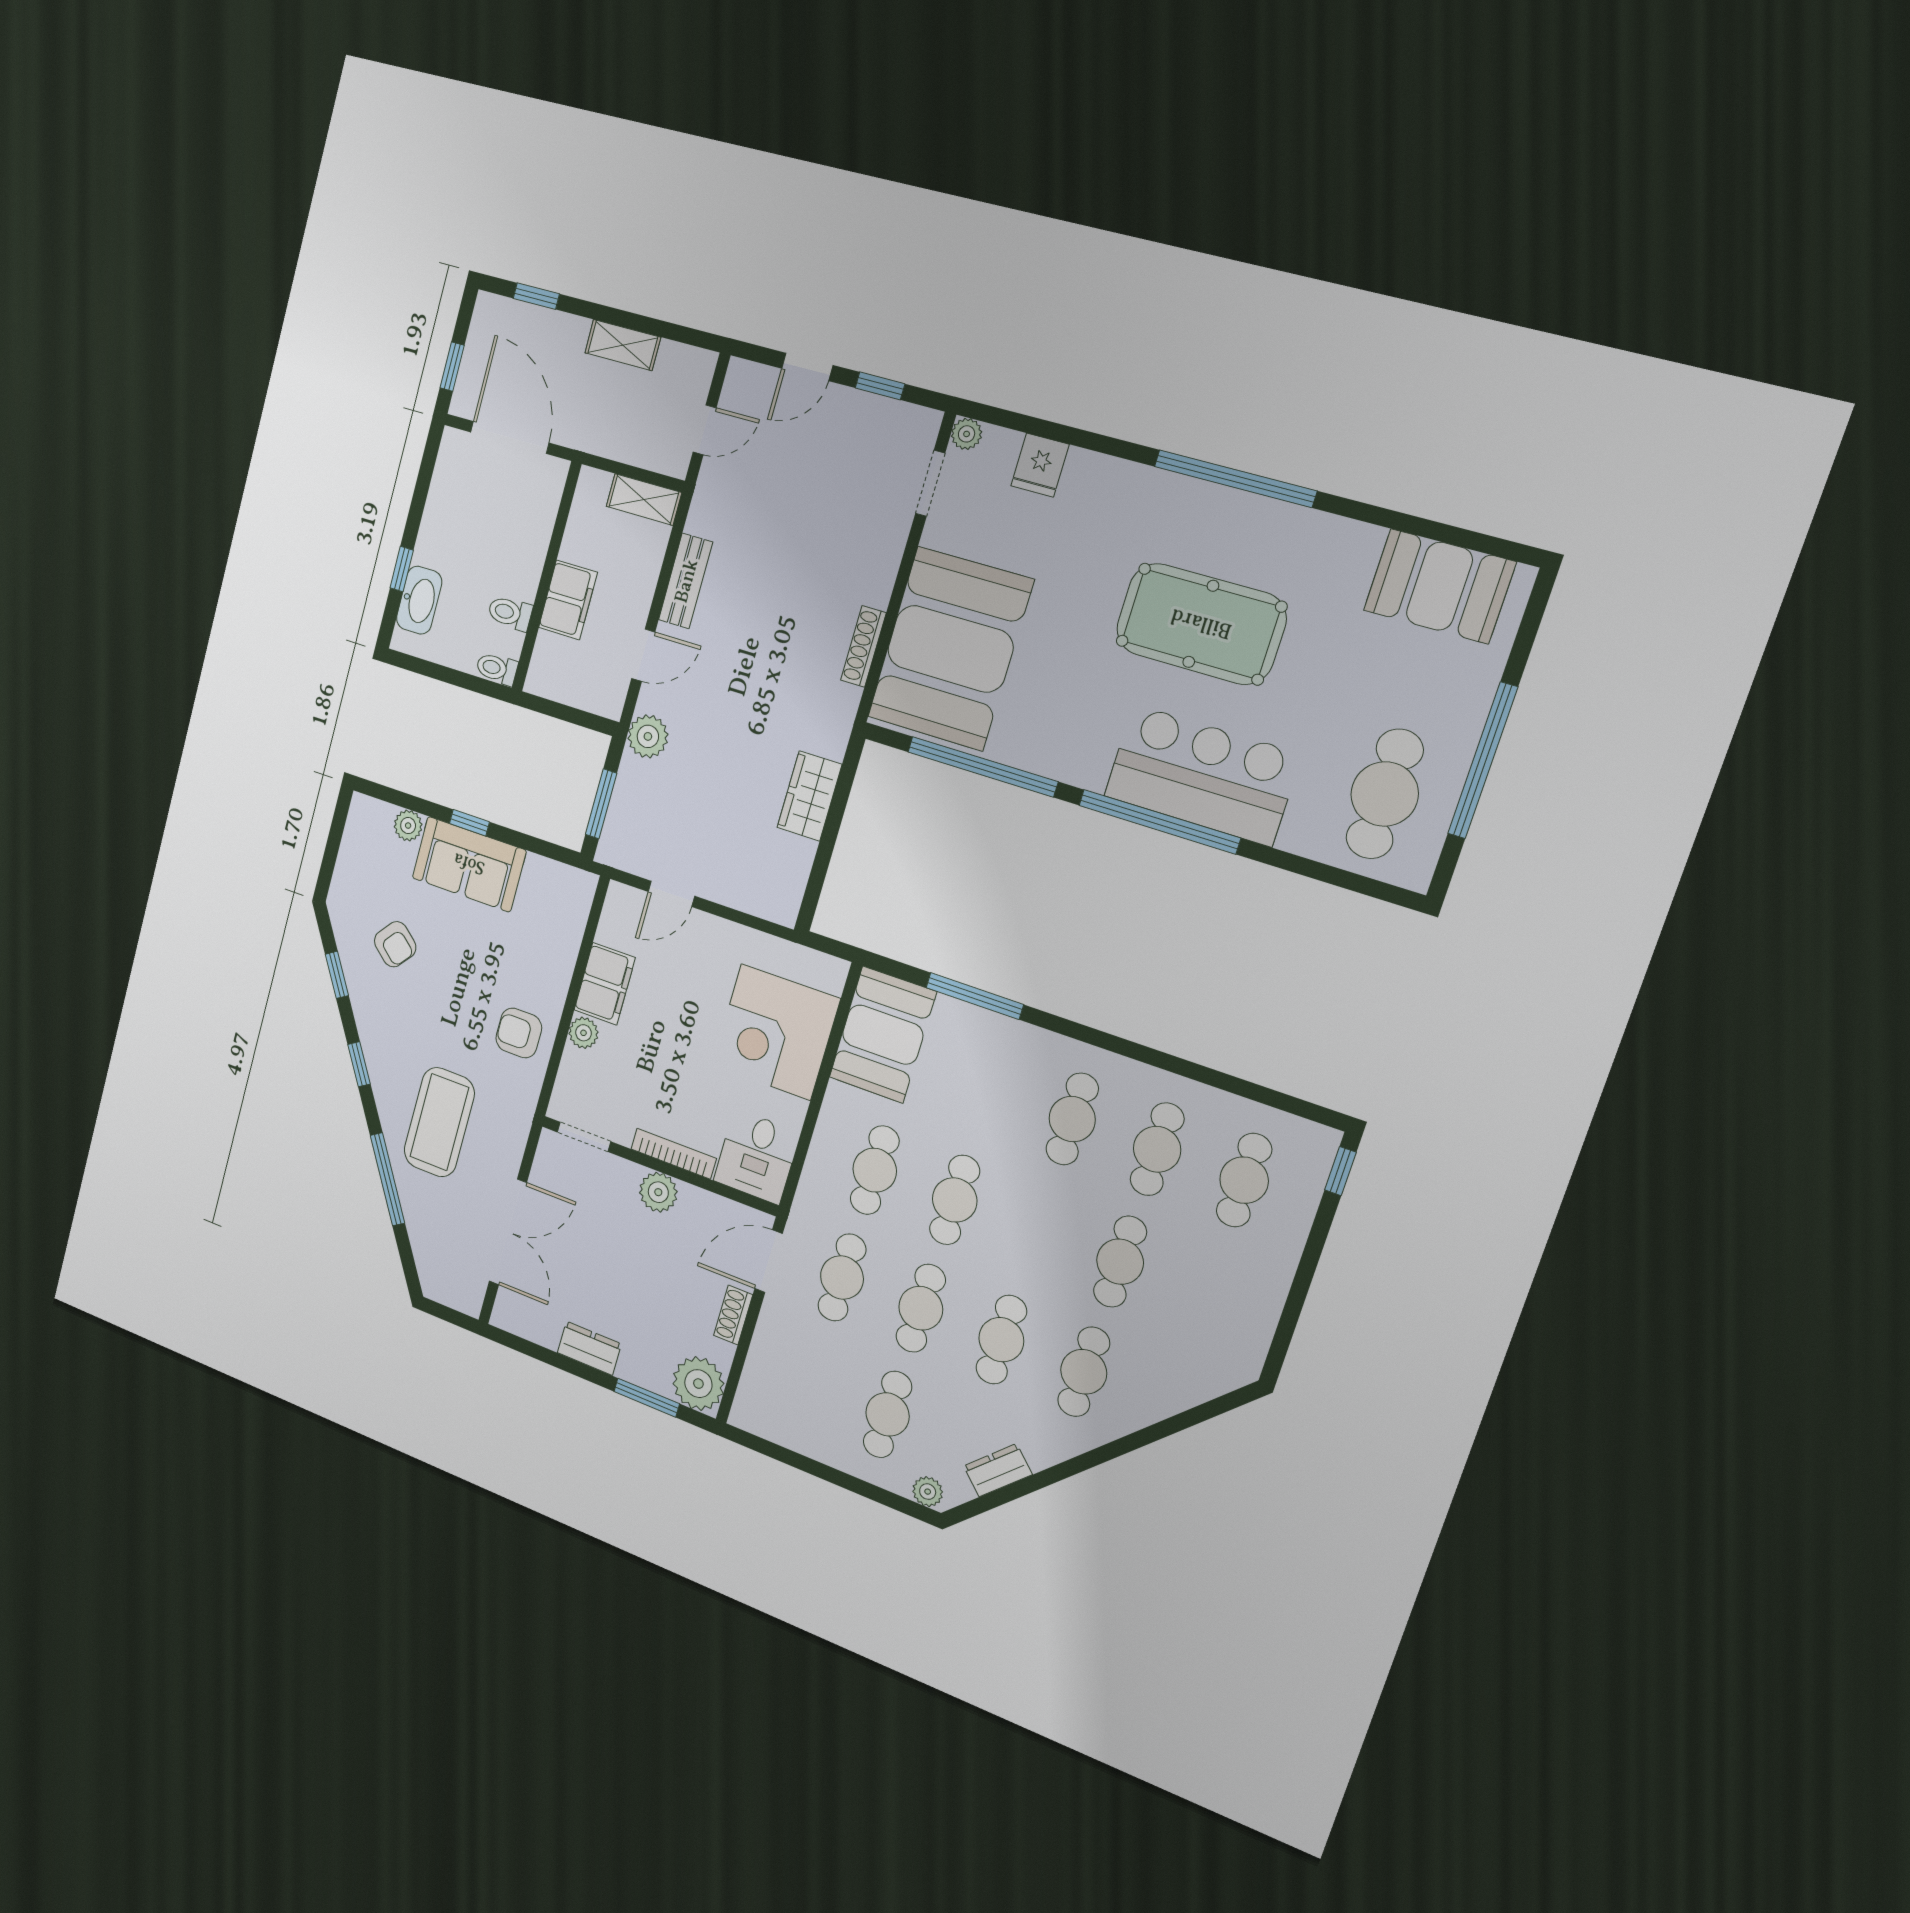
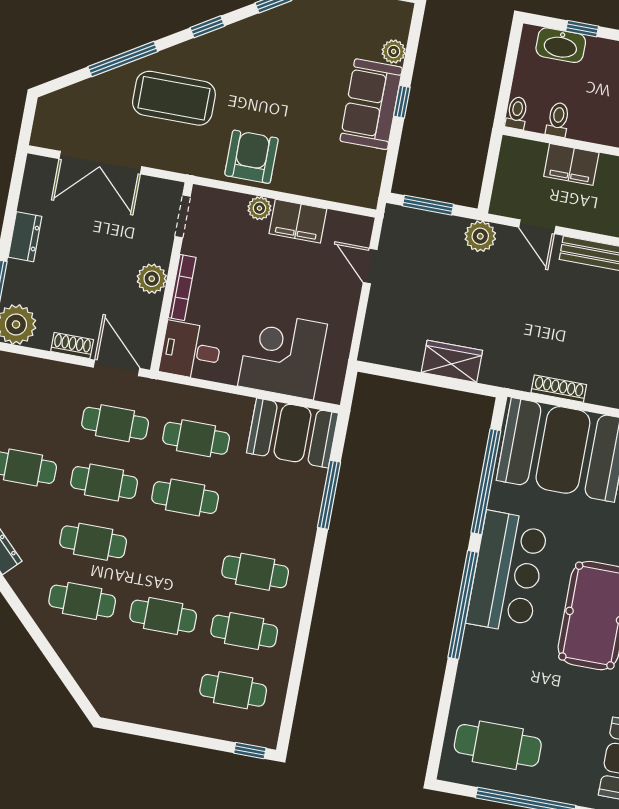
bar counter: (1202, 775) -> (507, 572), moved
armchair: (395, 944) -> (303, 49), removed
armchair: (519, 1033) -> (251, 157), width x1.38, depth x1.38

